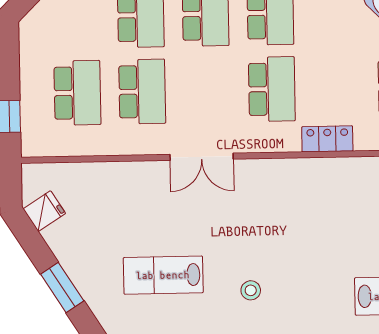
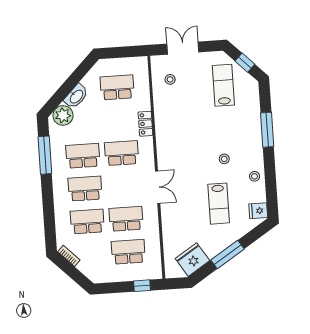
fridge: (44, 211) -> (193, 260), width x1.88, depth x1.34
window: (62, 287) -> (227, 255), width x1.44

